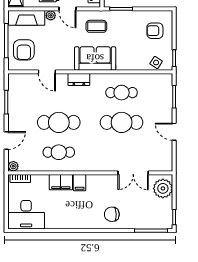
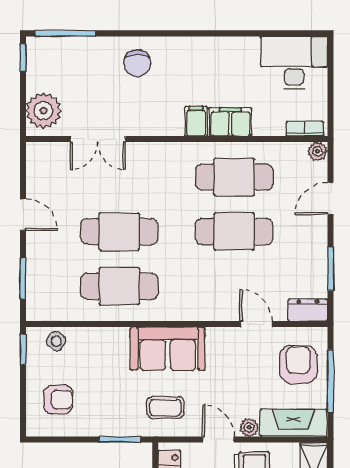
dresser: (79, 80) -> (308, 310), moved
cafe table: (122, 93) -> (119, 286), width x1.37, depth x1.35
cafe table: (59, 152) -> (234, 177), width x1.37, depth x1.35
double door: (133, 173) -> (98, 139), swing flipped
chair: (112, 214) -> (137, 63), turned 93

